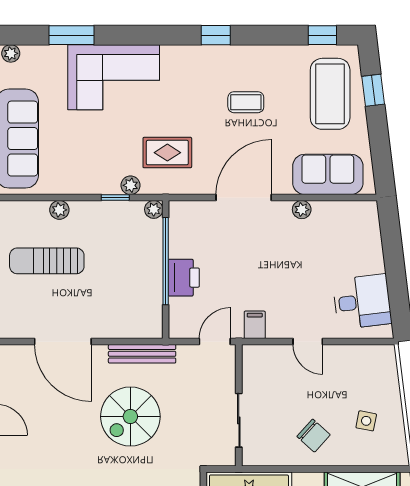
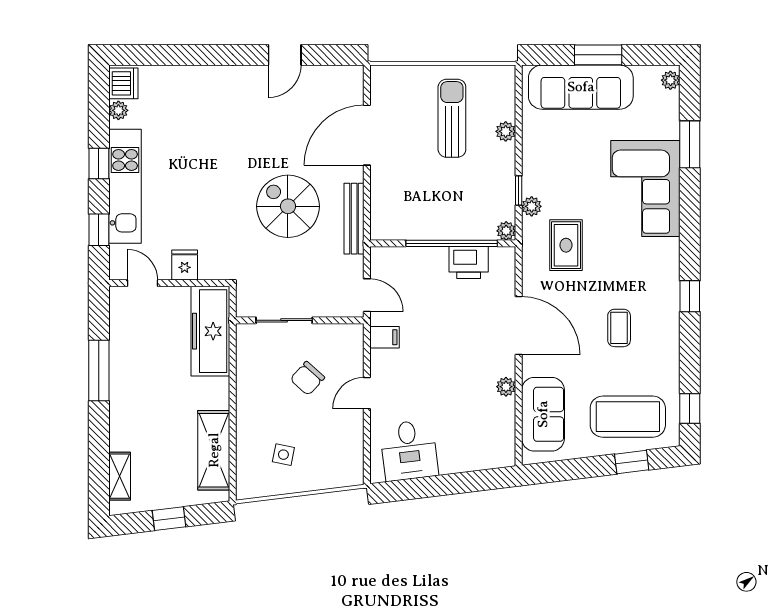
printer: (184, 278) -> (469, 263), moved
chair: (314, 436) -> (307, 378), moved

